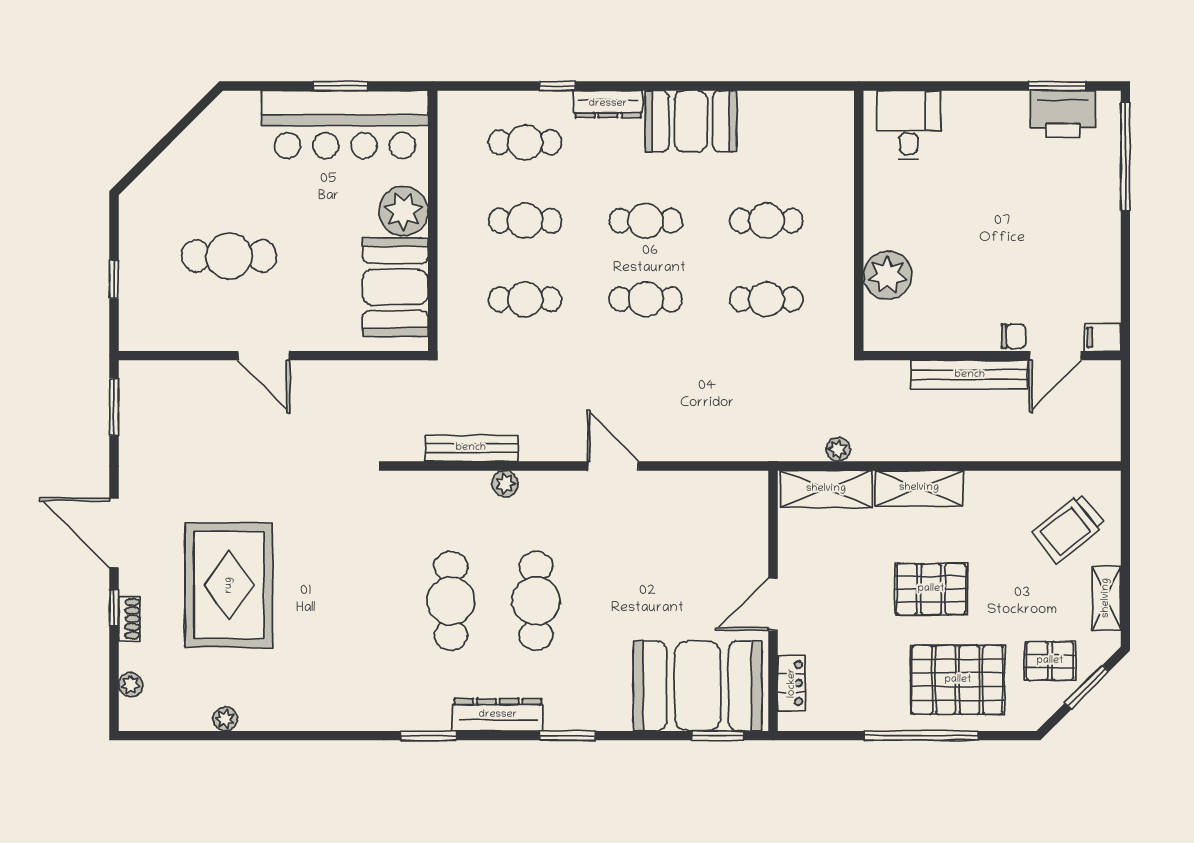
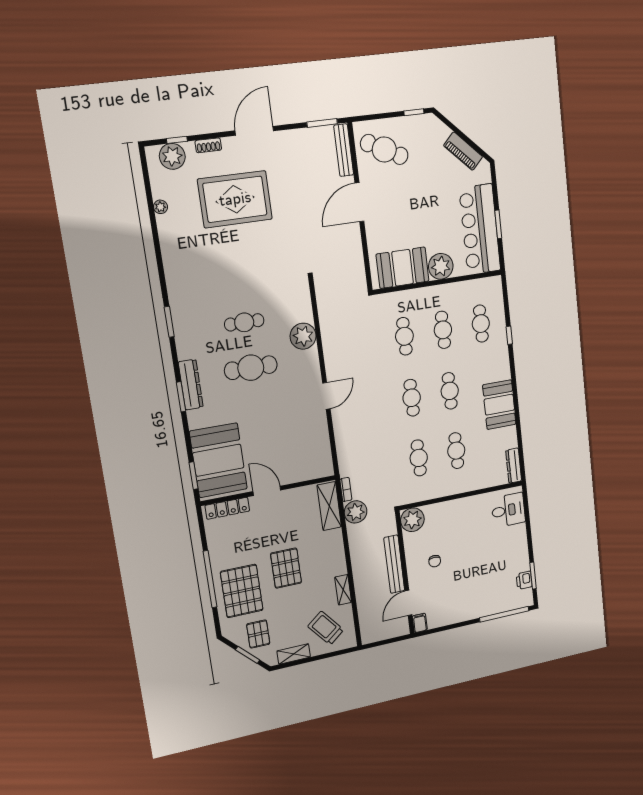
dresser: (608, 104) -> (514, 466), moved
printer: (1063, 114) -> (524, 580), width x0.53, depth x0.68
piano: (195, 142) -> (463, 151), added
cafe table: (229, 256) -> (384, 149), moved, turned -63
plant: (887, 275) -> (412, 520), moved
window: (114, 279) -> (414, 112), moved
chair: (1014, 336) -> (435, 561), moved
door: (264, 356) -> (359, 202), width x1.36
door: (1056, 356) -> (408, 603), hinge flipped
bench: (471, 448) -> (344, 150), moved
plant: (838, 449) -> (356, 512), width x1.87, depth x1.87
bookcase: (801, 452) -> (346, 489), added
plant: (505, 484) -> (303, 336), width x1.88, depth x1.88
shelving: (919, 488) -> (343, 590), moved, width x0.67, depth x0.75
cafe table: (451, 601) -> (244, 322), width x0.73, depth x0.74
window: (114, 608) -> (177, 140), moved
locker: (792, 683) -> (227, 508), width x1.53
plant: (131, 685) -> (172, 156), width x1.88, depth x1.88
dresser: (498, 715) -> (191, 385), moved

